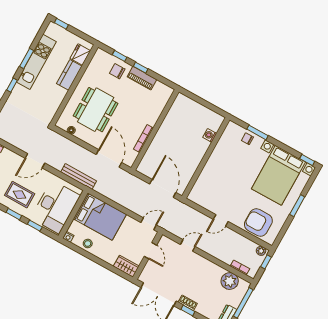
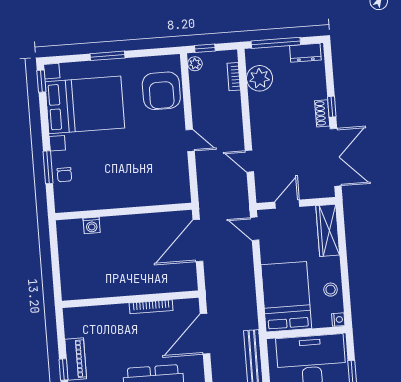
wardrobe: (126, 266) -> (328, 230), width x1.50

